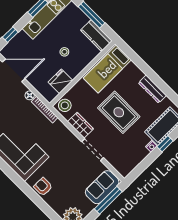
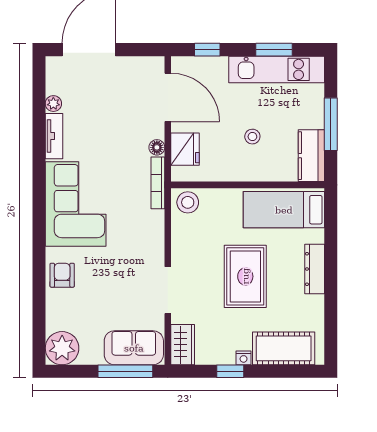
fridge: (60, 81) -> (185, 149), moved, turned 90
dresser: (152, 89) -> (315, 269), moved
wardrobe: (81, 125) -> (183, 345), moved
window: (165, 144) -> (230, 371), moved

